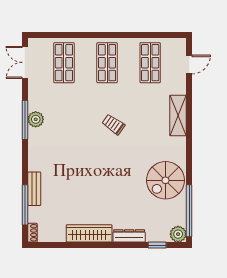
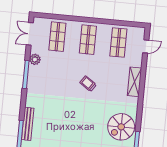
plant: (36, 119) -> (35, 59), moved
bench: (34, 189) -> (28, 124), width x1.36

